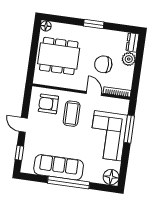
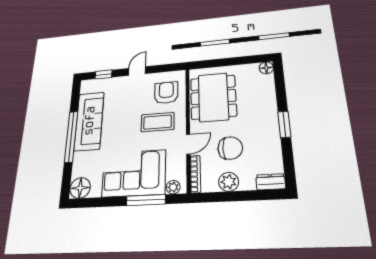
dining table: (59, 56) -> (213, 97), moved
plant: (129, 59) -> (229, 182), moved
chair: (103, 64) -> (230, 148), turned 90
plant: (124, 109) -> (173, 187), added

